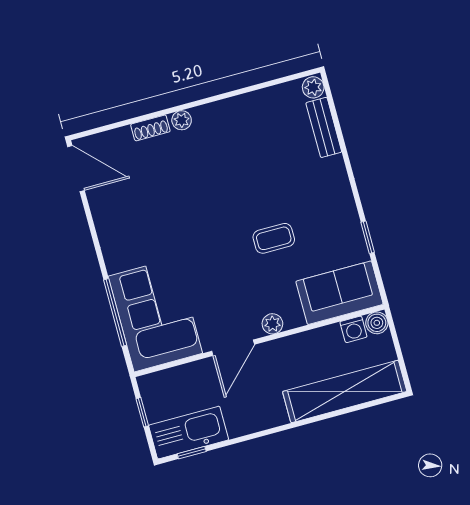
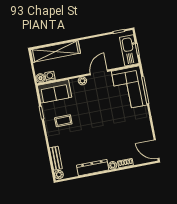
dresser: (231, 111) -> (93, 168), added
coffee table: (274, 238) -> (63, 121), moved
kitchen sink: (189, 433) -> (129, 50), moved, turned 90

